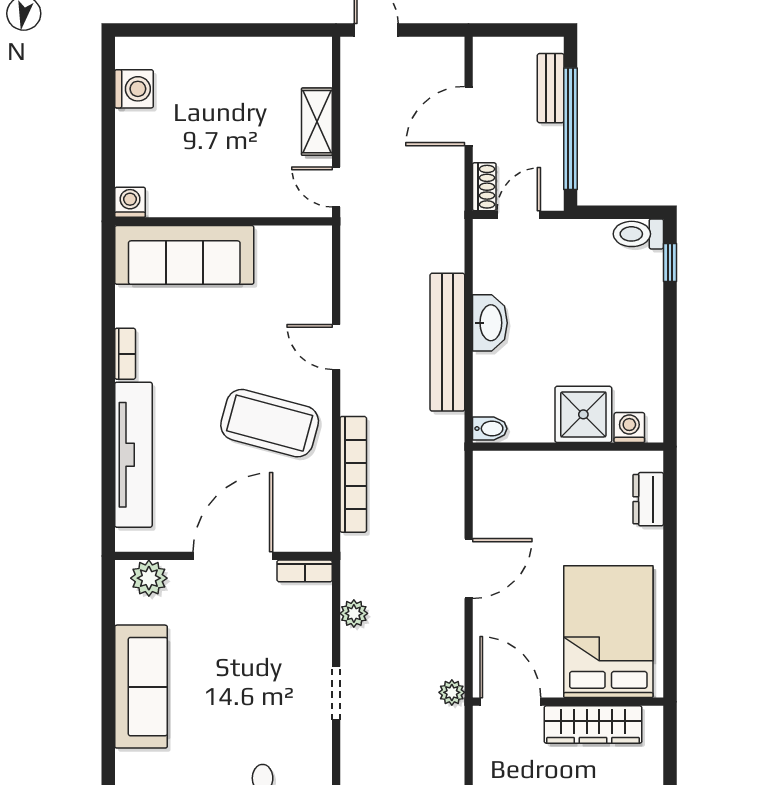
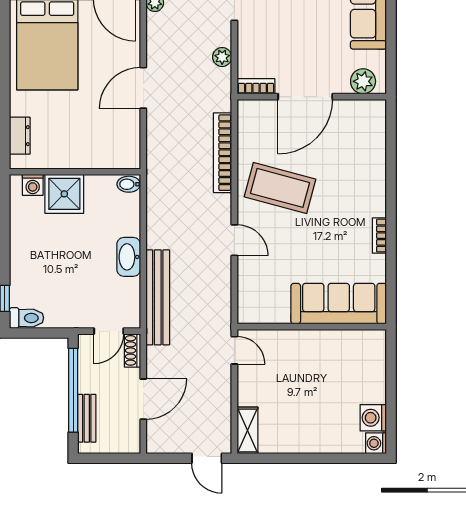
shelving: (317, 122) -> (248, 430), moved
washing machine: (130, 202) -> (376, 443), moved, turned 90
bench: (447, 342) -> (158, 297), moved
tv unit: (133, 455) -> (374, 166), removed

